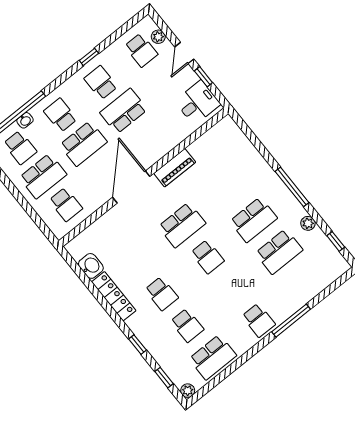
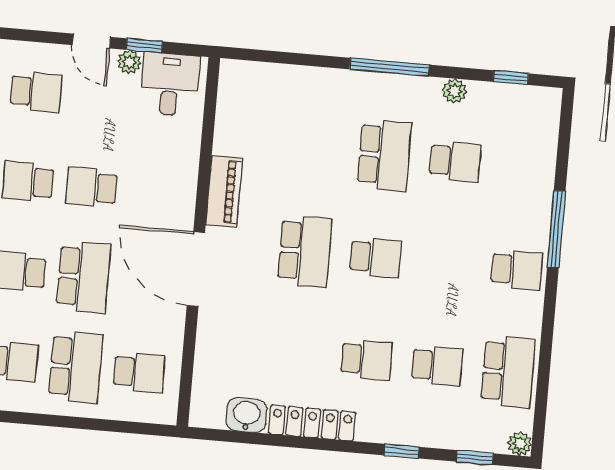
plant: (158, 37) -> (129, 62), moved
school desk: (124, 111) -> (91, 187), width x0.54
school desk: (279, 252) -> (455, 161), width x0.54

